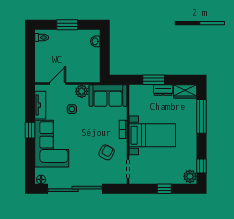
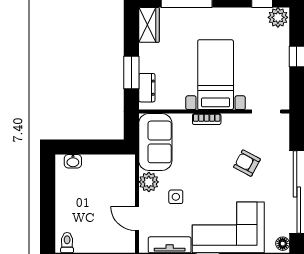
window: (67, 25) -> (48, 204), removed
dresser: (163, 90) -> (147, 88), moved
armchair: (107, 152) -> (247, 163), moved

